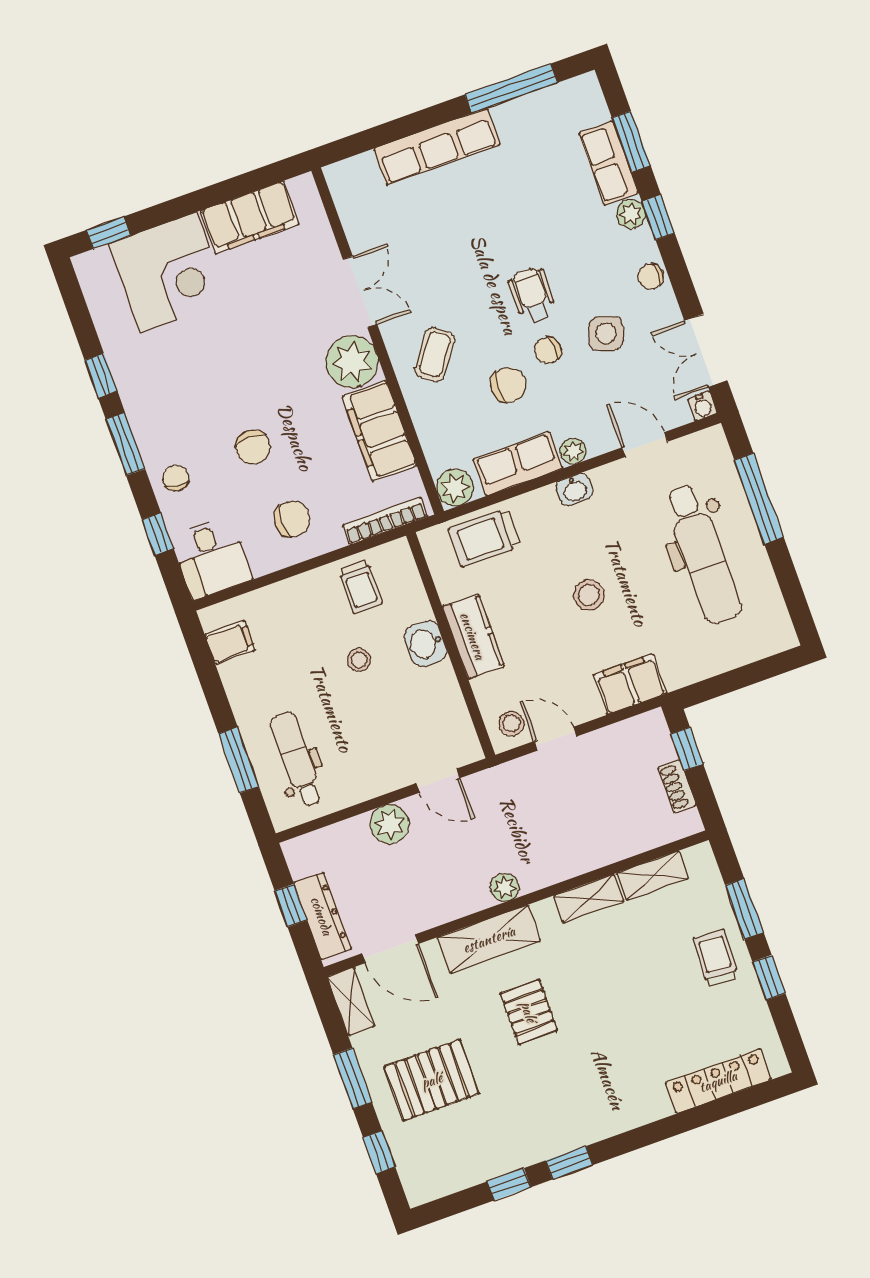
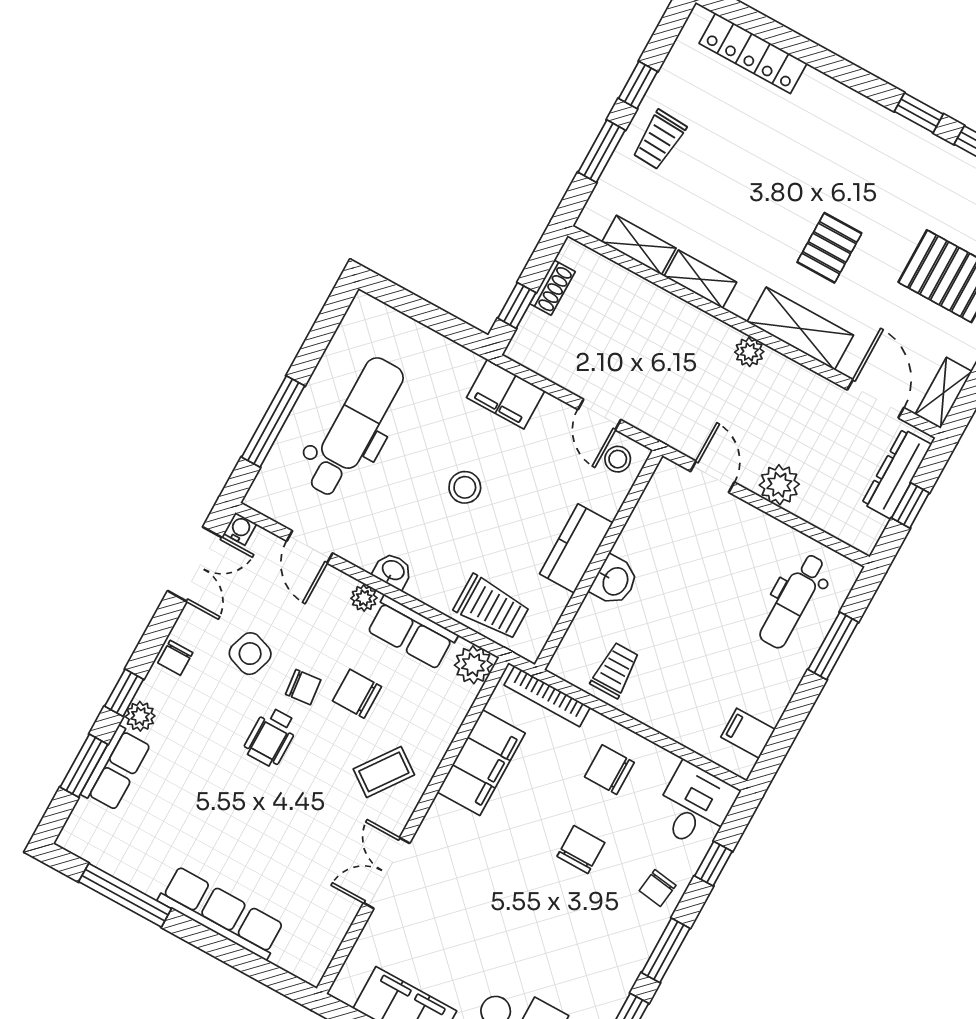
chair: (651, 277) -> (175, 658), turned 90
plant: (352, 362) -> (446, 831), removed
stool: (359, 660) -> (673, 621), removed

